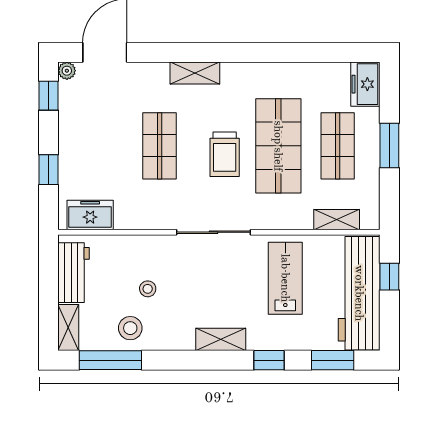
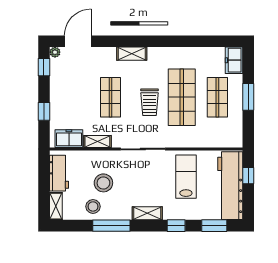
shelving: (337, 220) -> (97, 141), moved
stool: (148, 289) -> (103, 183), width x1.89, depth x1.89
window: (110, 360) -> (111, 226), moved

